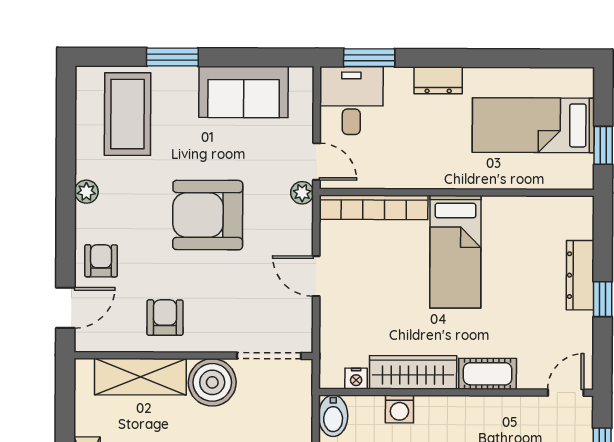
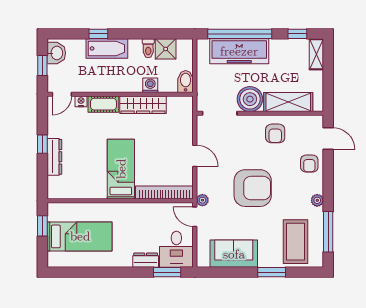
dresser: (438, 80) -> (146, 260), moved
window: (66, 133) -> (328, 232), added
door: (65, 308) -> (328, 139), swing flipped
nightstand: (356, 378) -> (81, 101), moved

